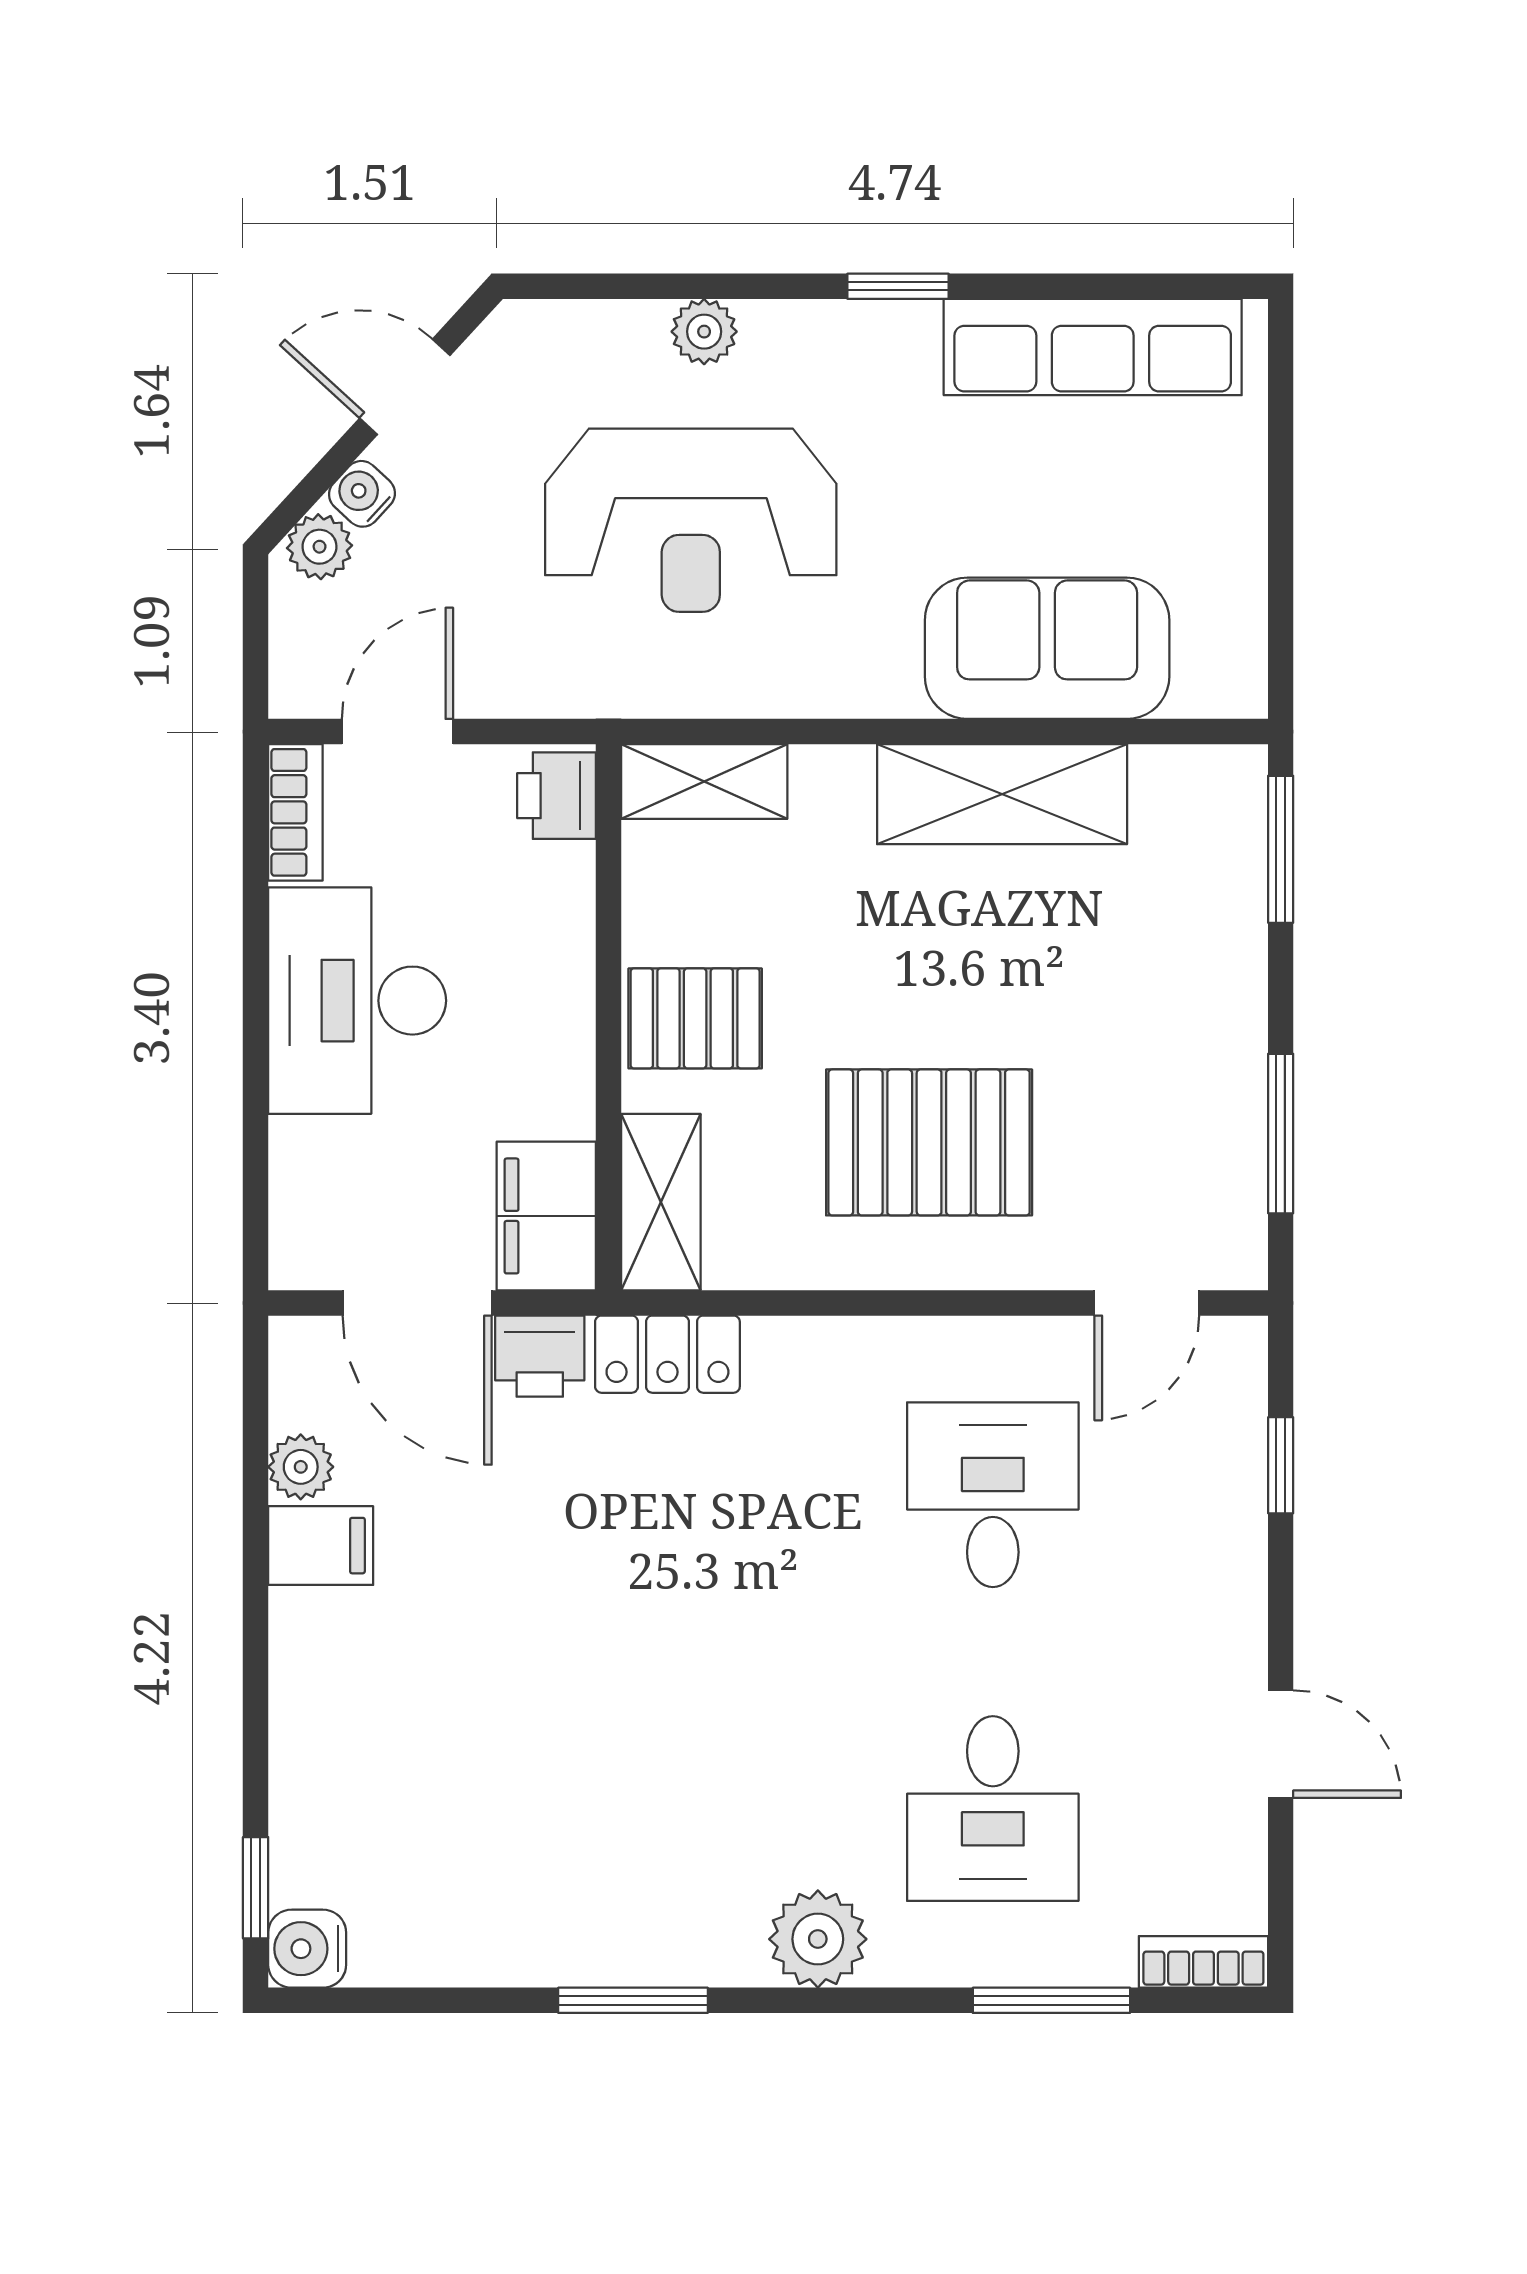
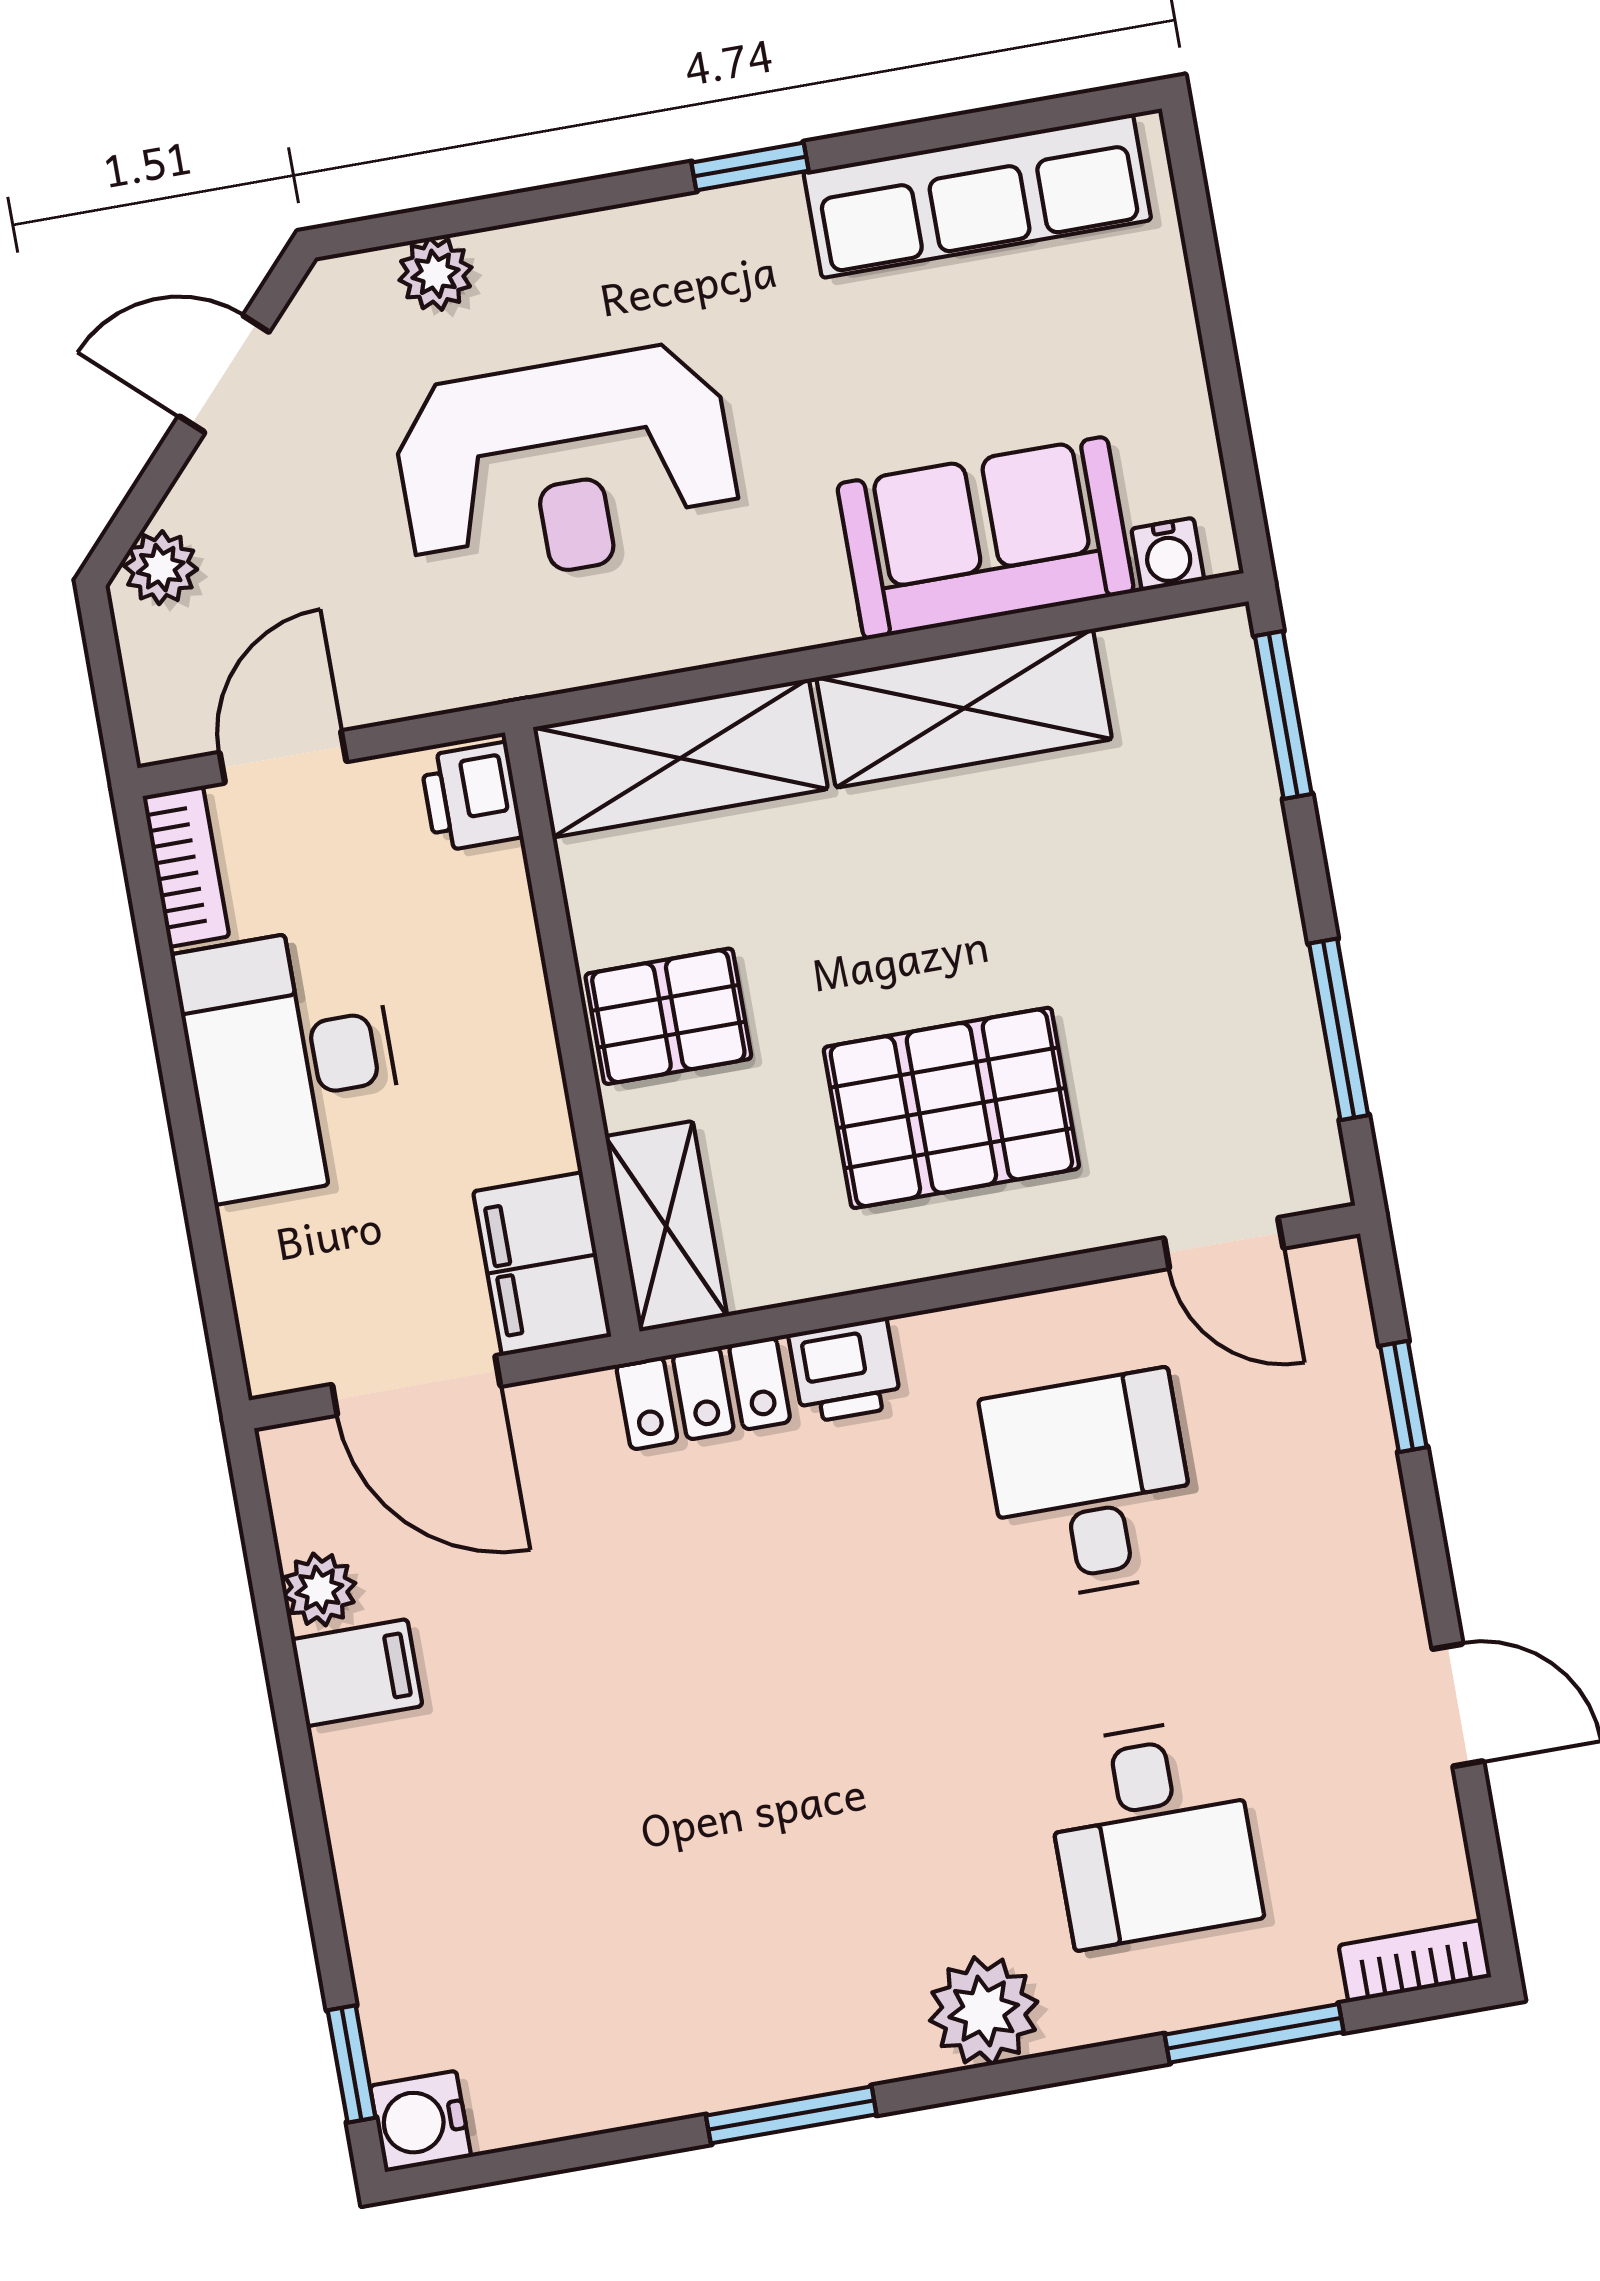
plant: (704, 332) -> (435, 274), moved
water cooler: (362, 494) -> (1168, 554), moved, turned -133
shelving: (704, 782) -> (681, 758), width x1.50, depth x1.33
door: (1147, 1303) -> (1224, 1243), hinge flipped
printer: (540, 1356) -> (845, 1370), moved

